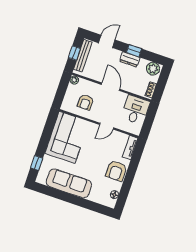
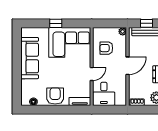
desk: (136, 110) -> (104, 94), moved, turned 90
door: (107, 126) -> (92, 74), swing flipped
window: (37, 163) -> (56, 23), moved
armchair: (116, 171) -> (55, 96), turned 90

